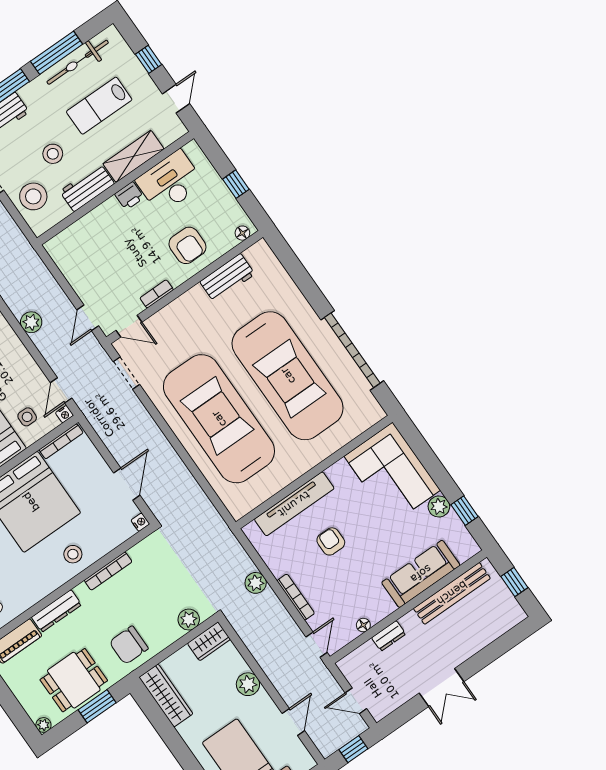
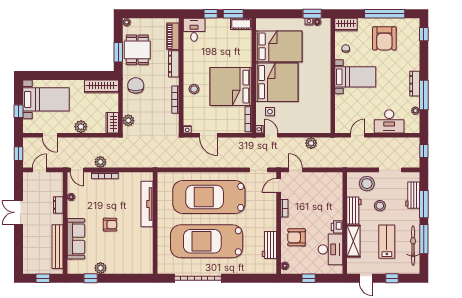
car: (219, 419) -> (209, 197), turned 180
corner sofa: (392, 473) -> (130, 258), removed
armchair: (331, 541) -> (110, 225), moved
plant: (256, 583) -> (100, 162), moved

